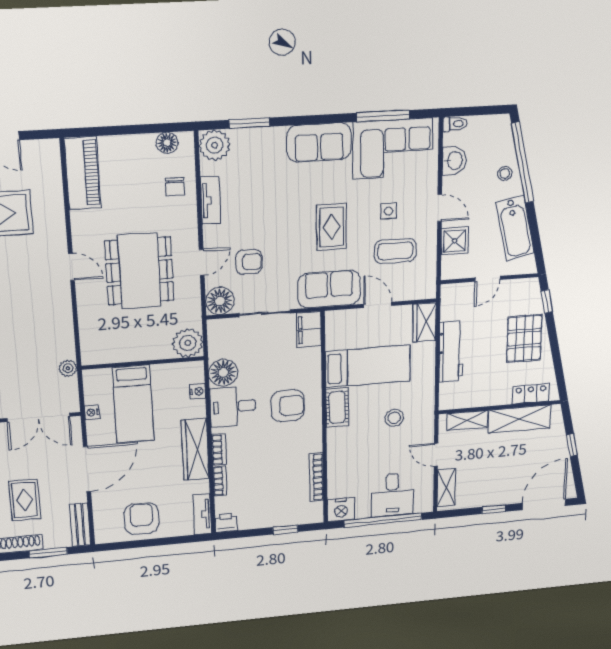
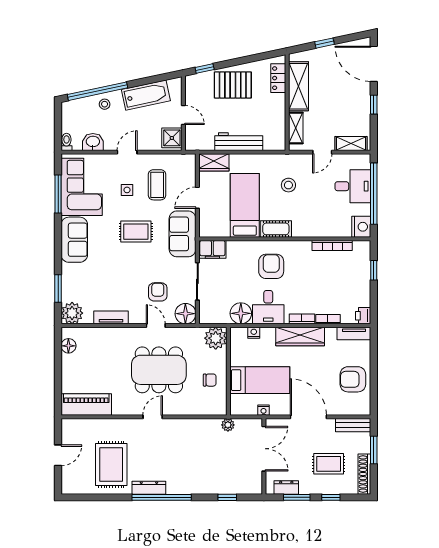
chair: (175, 187) -> (210, 380), moved
shower: (455, 241) -> (172, 138), moved

